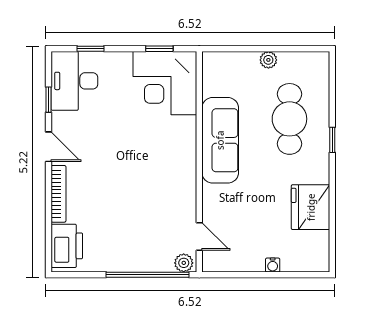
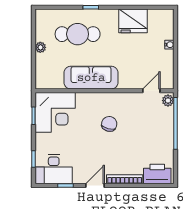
chair: (146, 169) -> (109, 124), added

